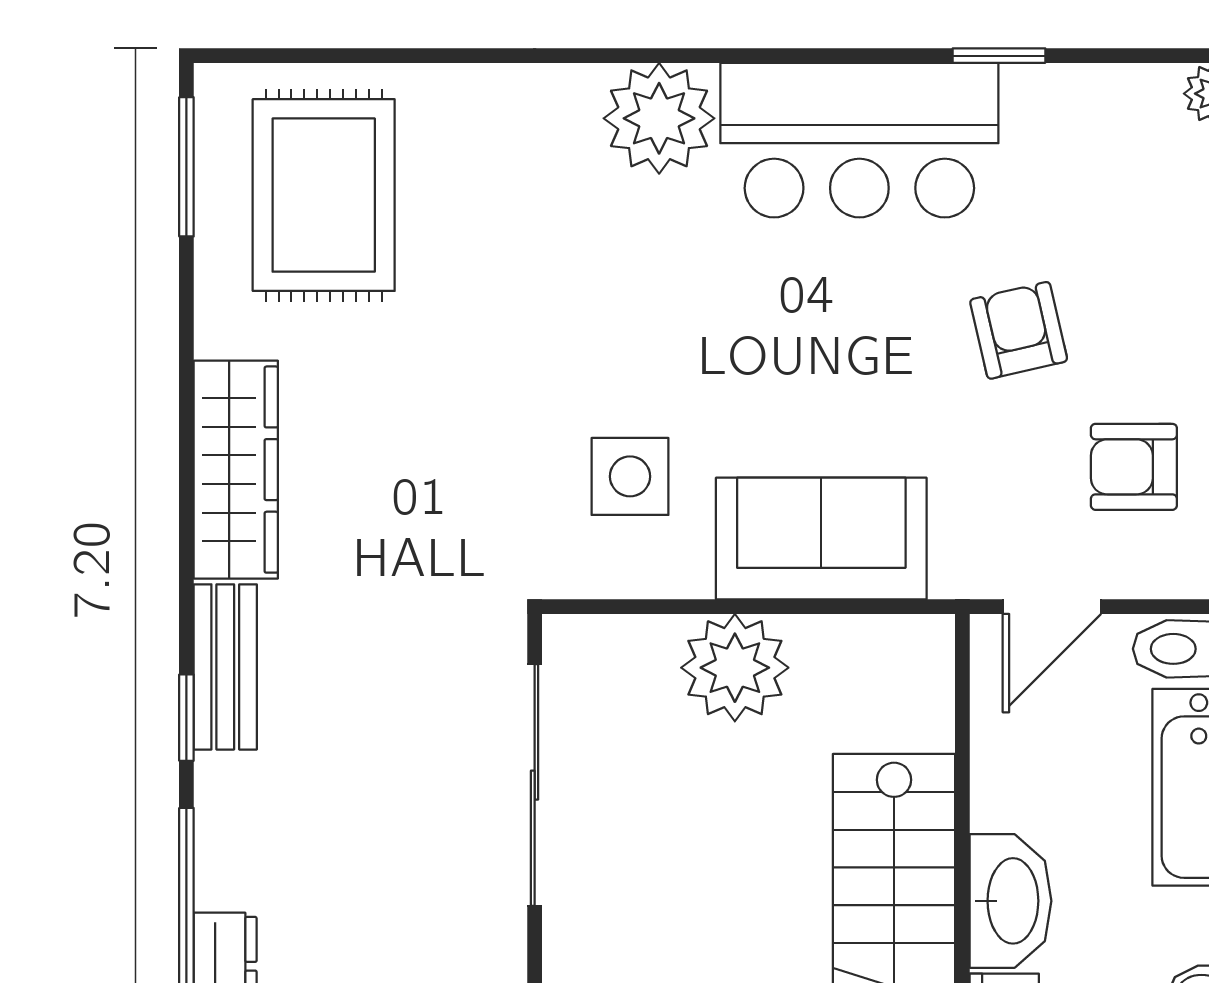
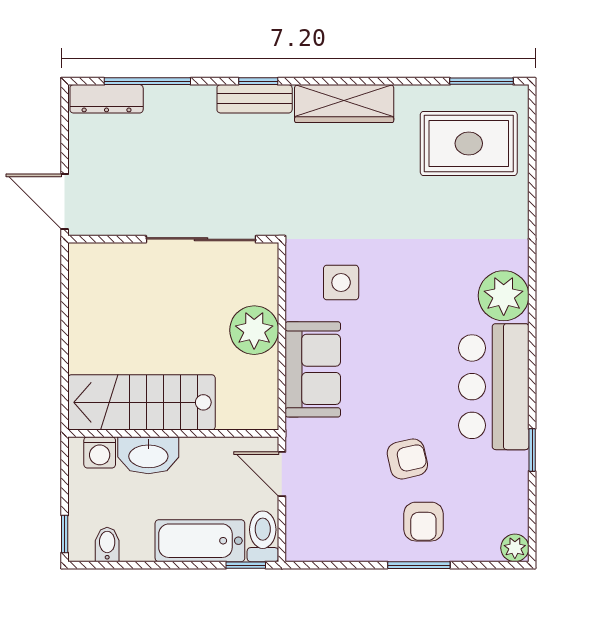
armchair: (1134, 467) -> (423, 522), moved, turned 180
window: (186, 718) -> (258, 81), moved

